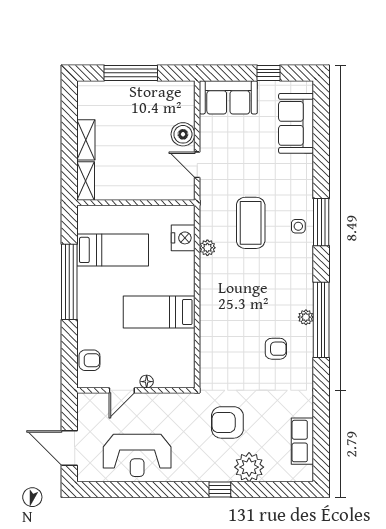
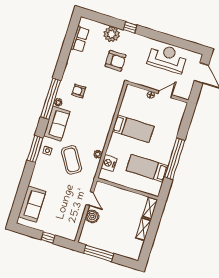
window: (131, 73) -> (99, 253), moved
window: (268, 73) -> (48, 238), moved
sofa: (228, 97) -> (57, 124), moved, turned 90
coffee table: (251, 223) -> (72, 160), turned -32
armchair: (89, 360) -> (177, 115), removed

